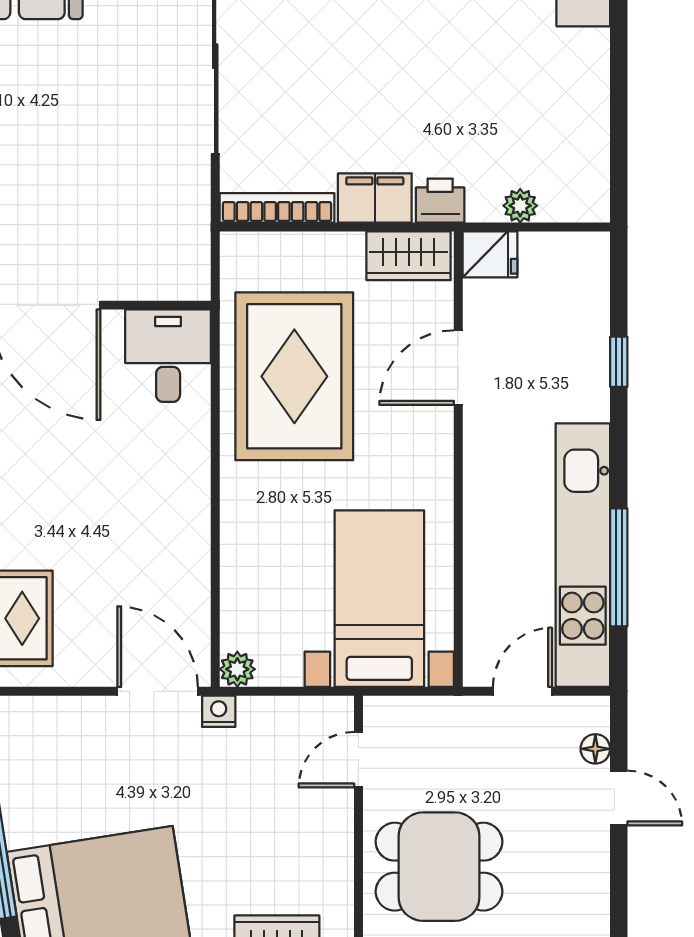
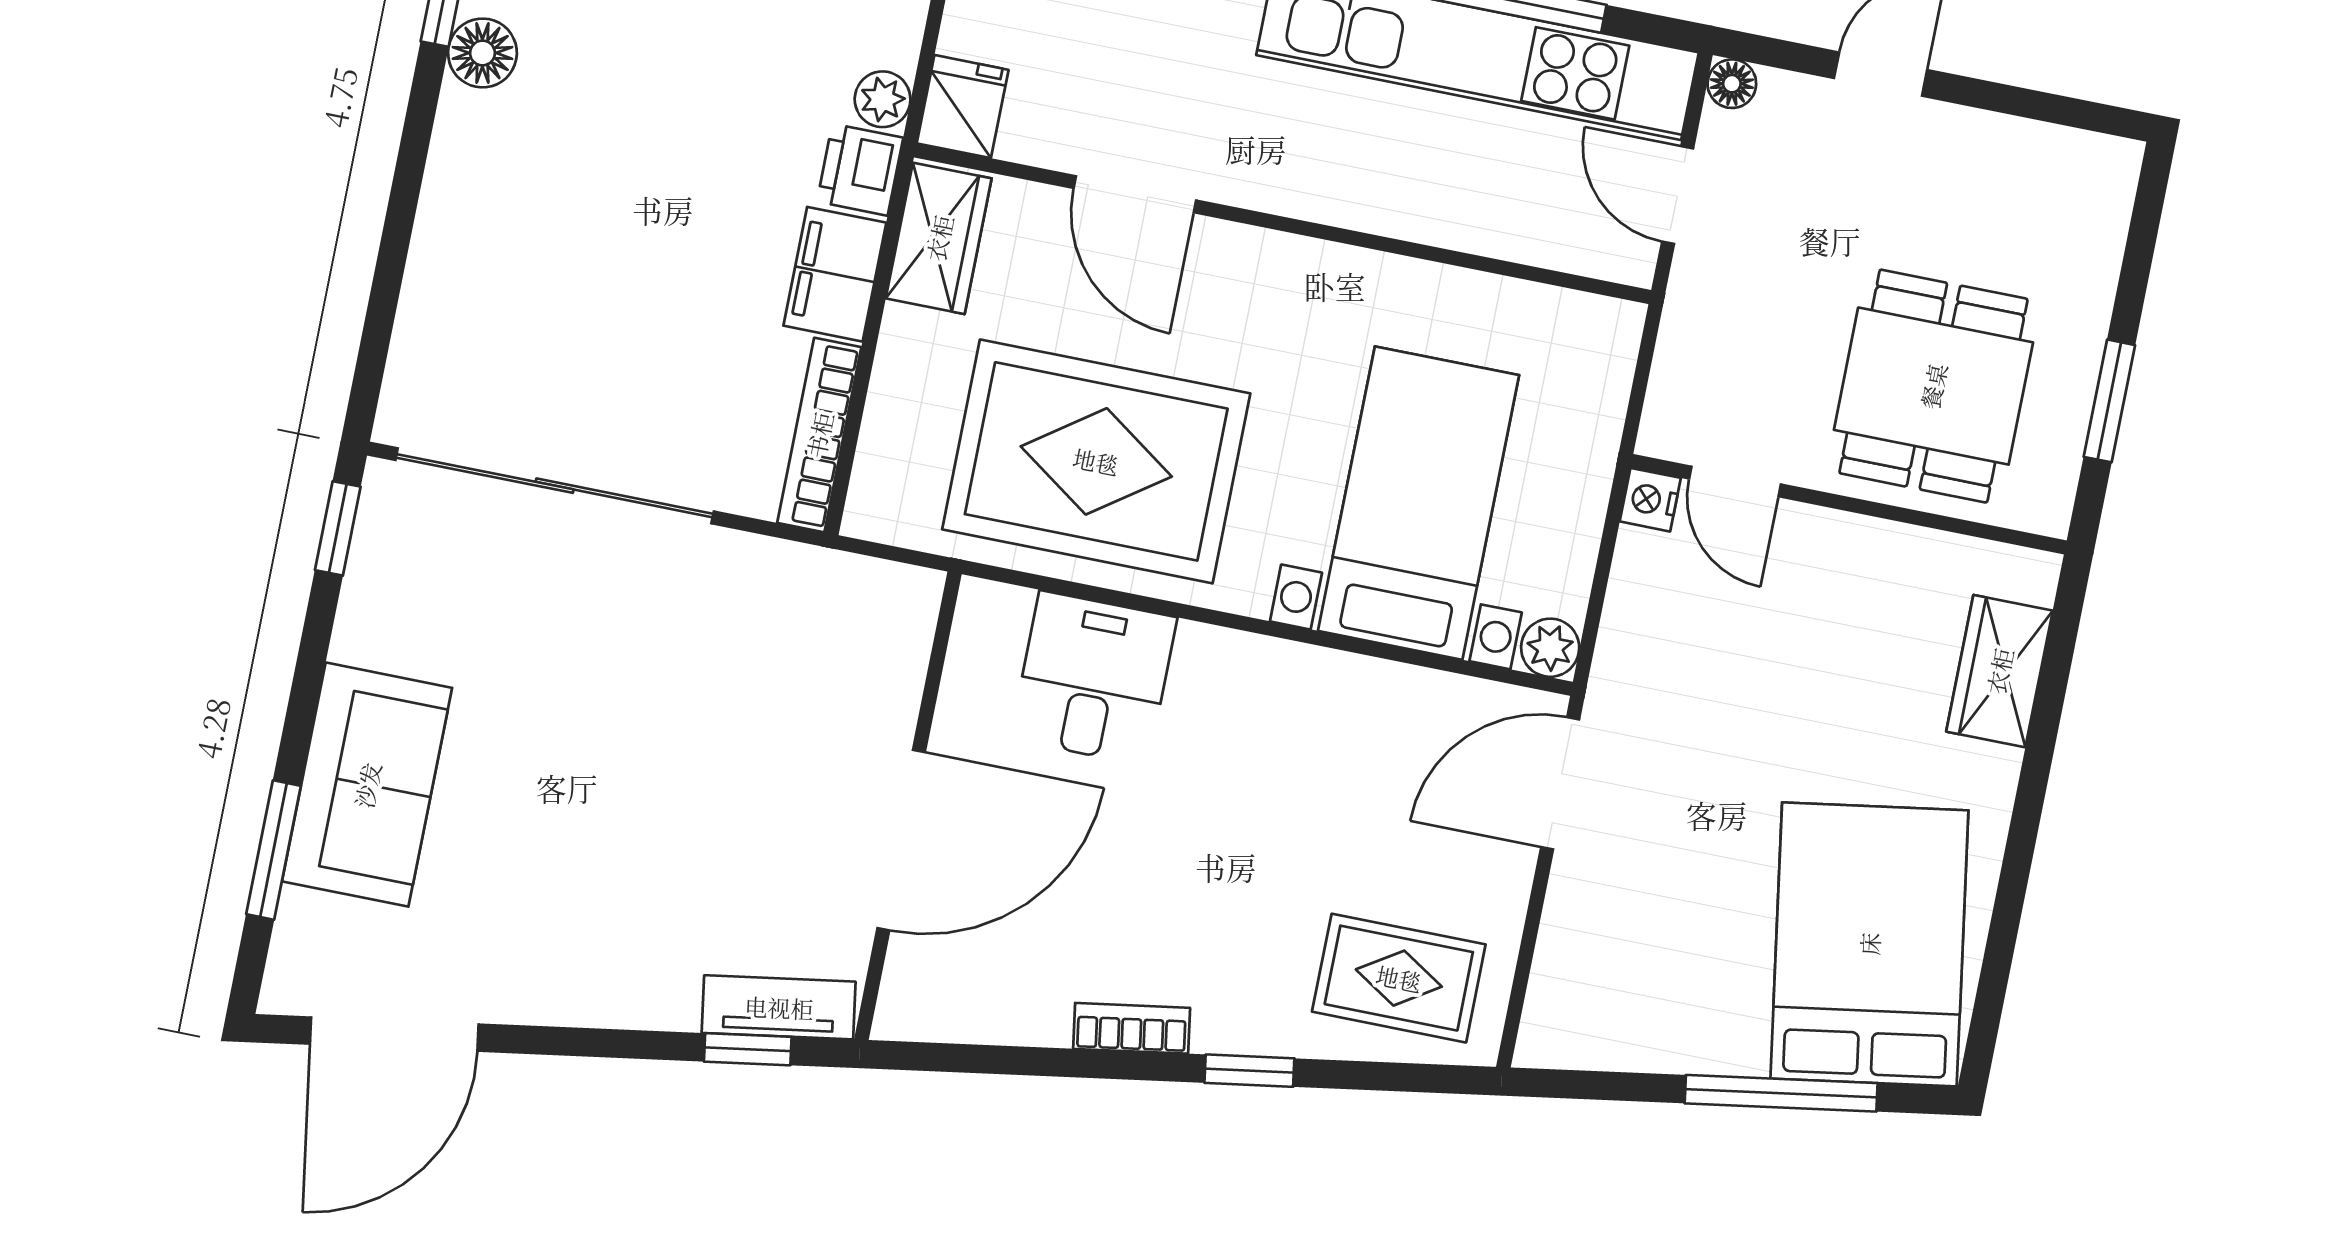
plant: (520, 206) -> (883, 99), moved
desk: (168, 356) -> (1094, 678), moved, turned 90
bed with nightstands: (379, 599) -> (1419, 503), moved, turned 90
nightstand: (219, 711) -> (1650, 500), moved
floor lamp: (595, 749) -> (1732, 84), moved

